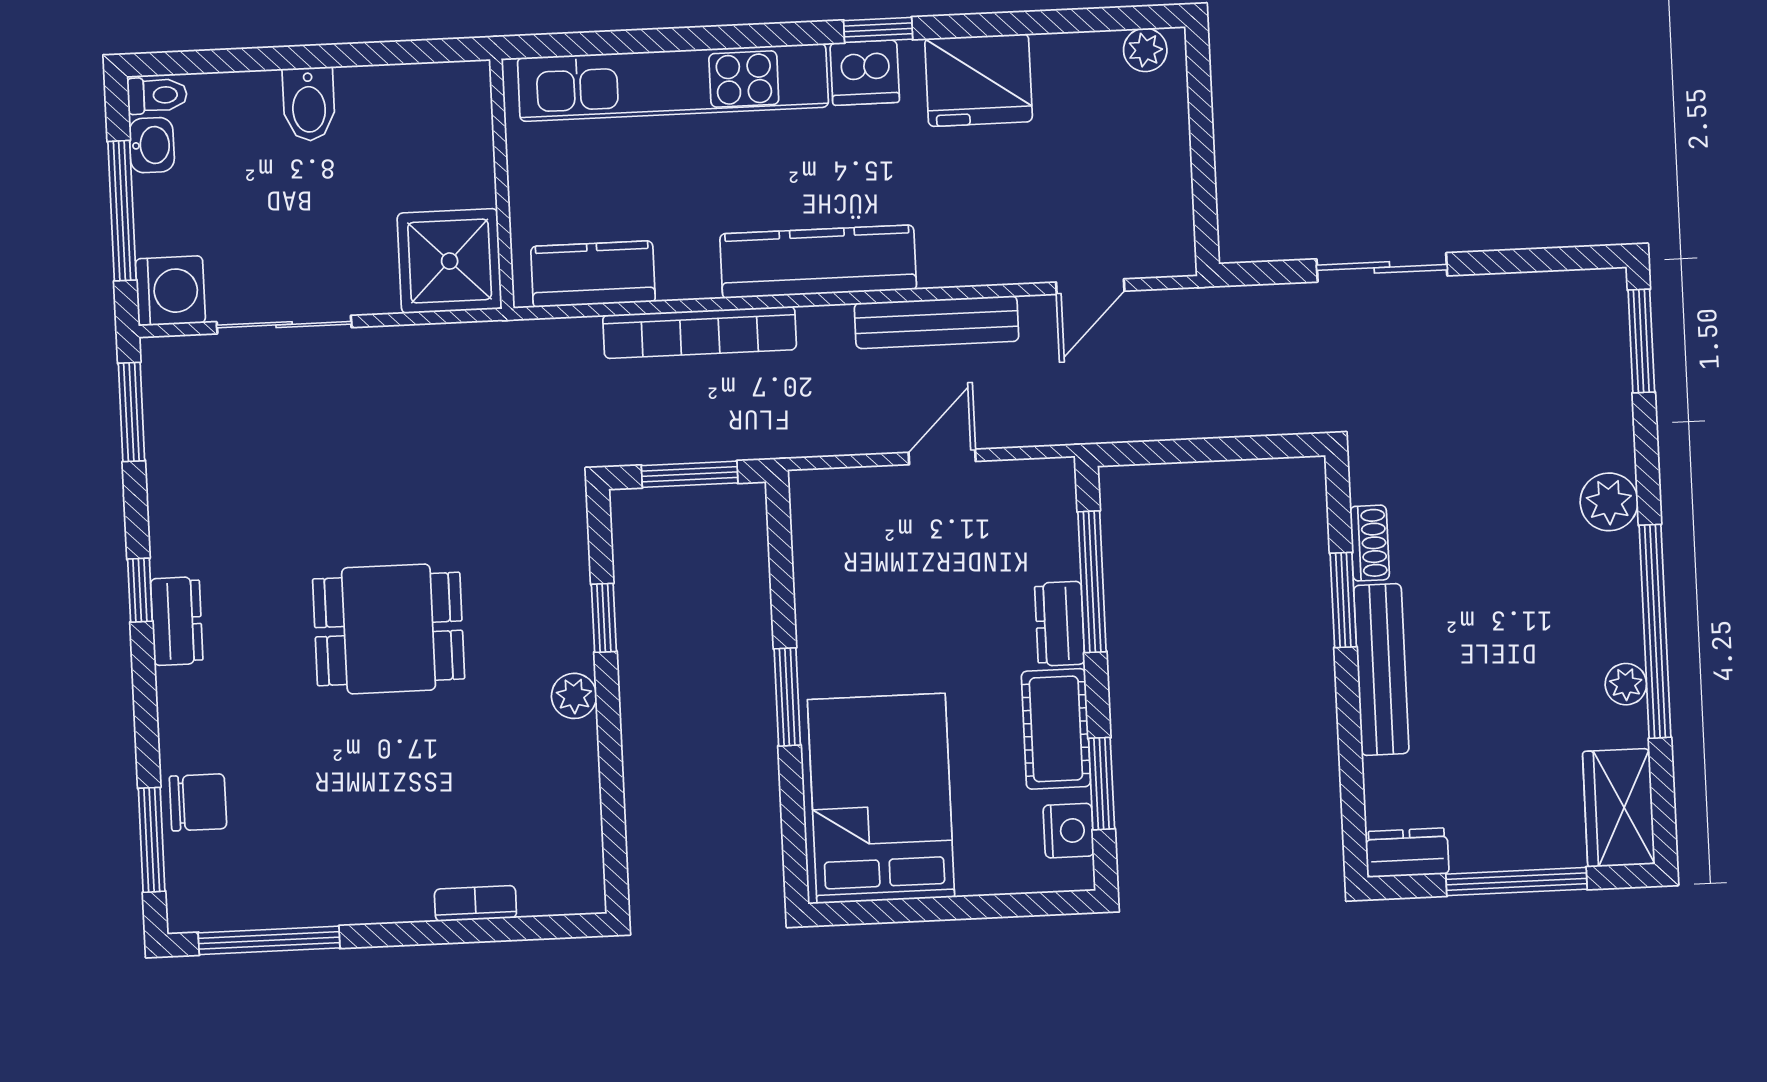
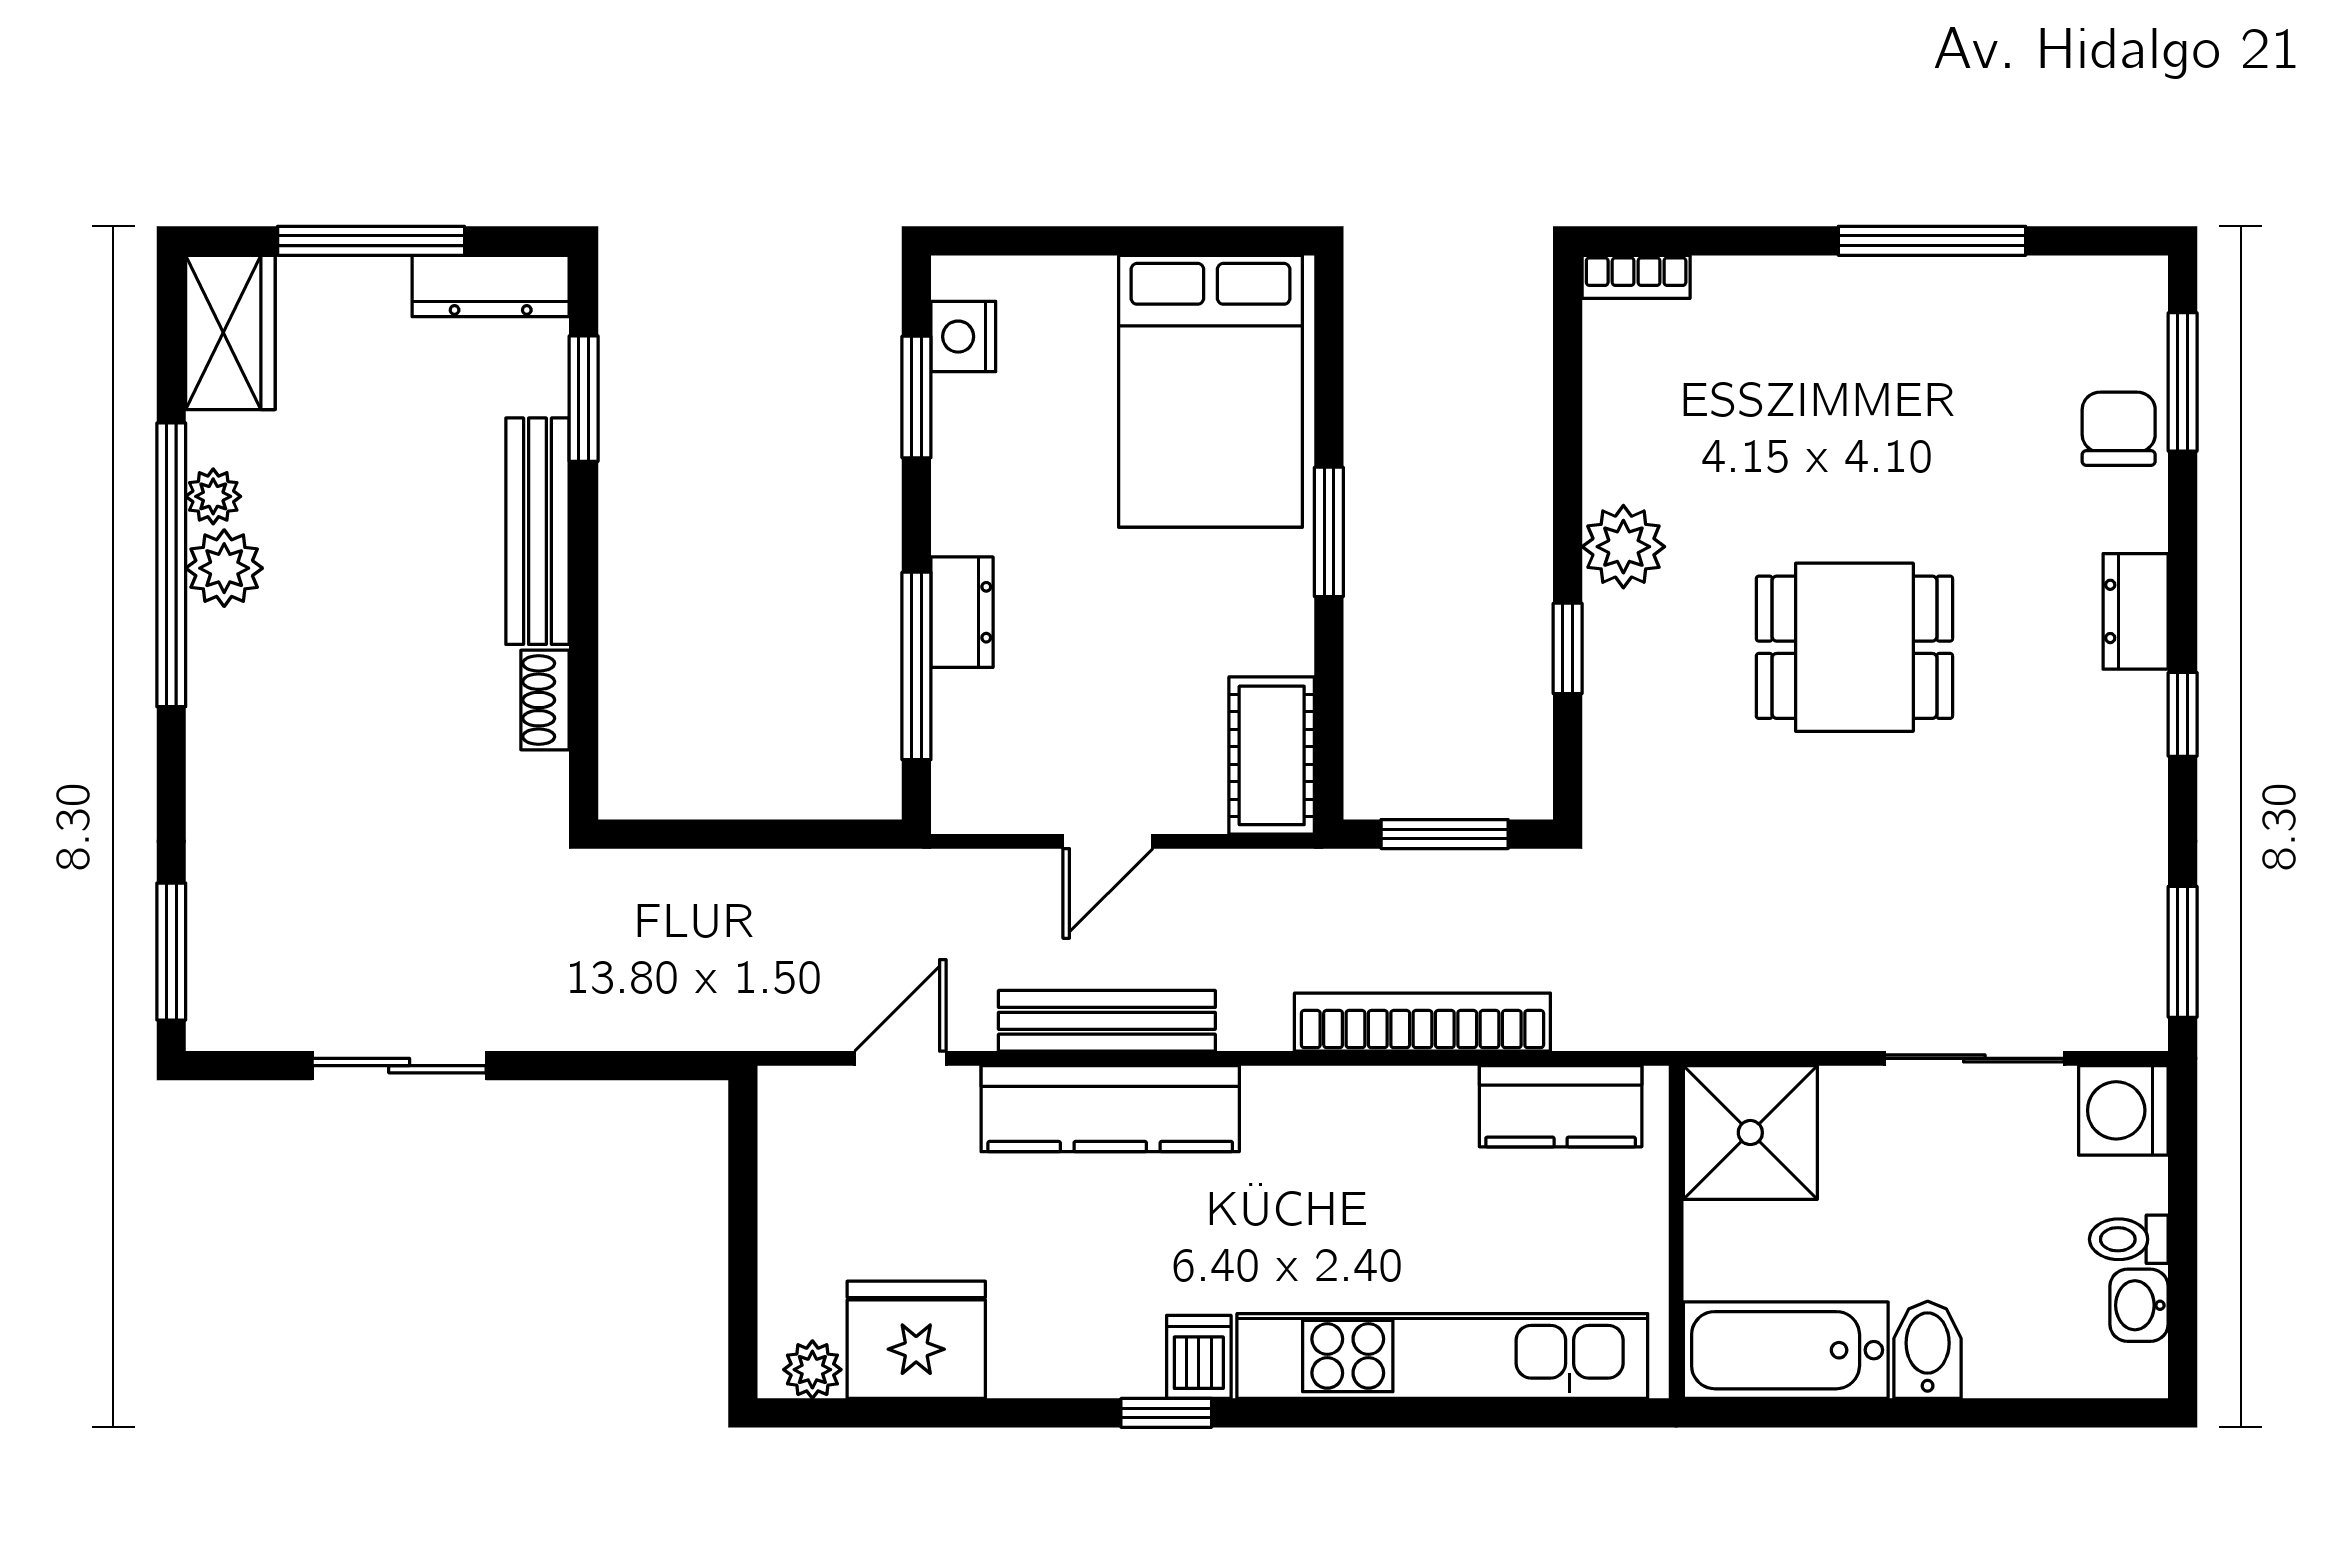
dishwasher: (865, 73) -> (1199, 1357), width x0.73
fridge: (979, 80) -> (916, 1340), moved
toilet: (157, 95) -> (2129, 1239), moved
bathtub: (415, 99) -> (1786, 1350), added
window: (122, 211) -> (2183, 1220), removed
kitchen counter: (818, 262) -> (1110, 1109), moved
sliding door: (1382, 267) -> (399, 1066), moved
plant: (1609, 502) -> (224, 568), moved
window: (1343, 600) -> (584, 399), moved
dresser: (177, 621) -> (2136, 611), moved
plant: (574, 696) -> (1623, 547), width x1.38, depth x1.38
cot: (1056, 729) -> (1272, 755), moved
chair: (198, 802) -> (2119, 429), turned 90
dresser: (1407, 853) -> (491, 286), width x1.44
bookcase: (475, 904) -> (1636, 277), moved
window: (269, 940) -> (1932, 241), moved

